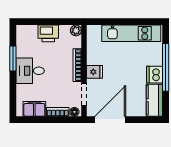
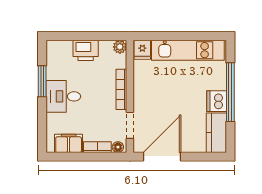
fridge: (95, 72) -> (142, 50), moved, turned 90

